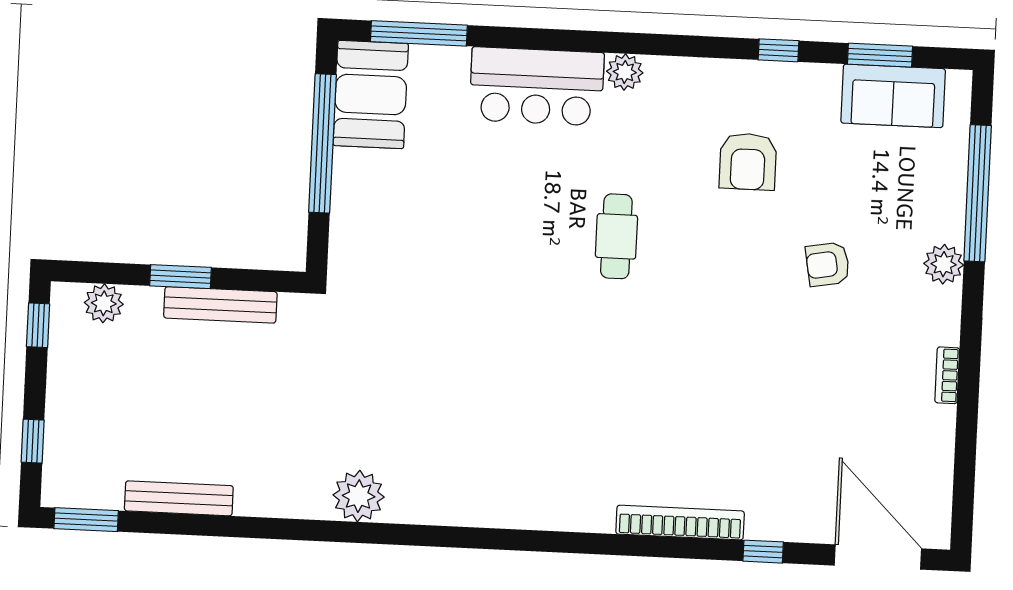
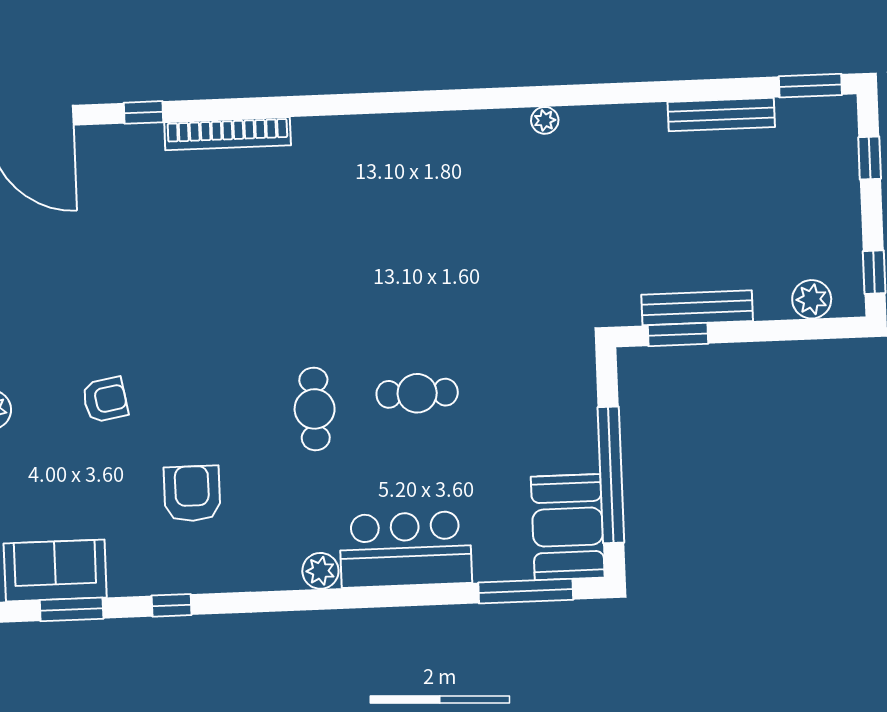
cafe table: (511, 243) -> (417, 393), added
window: (181, 277) -> (678, 334), moved
plant: (359, 496) -> (545, 120), width x0.53, depth x0.53

